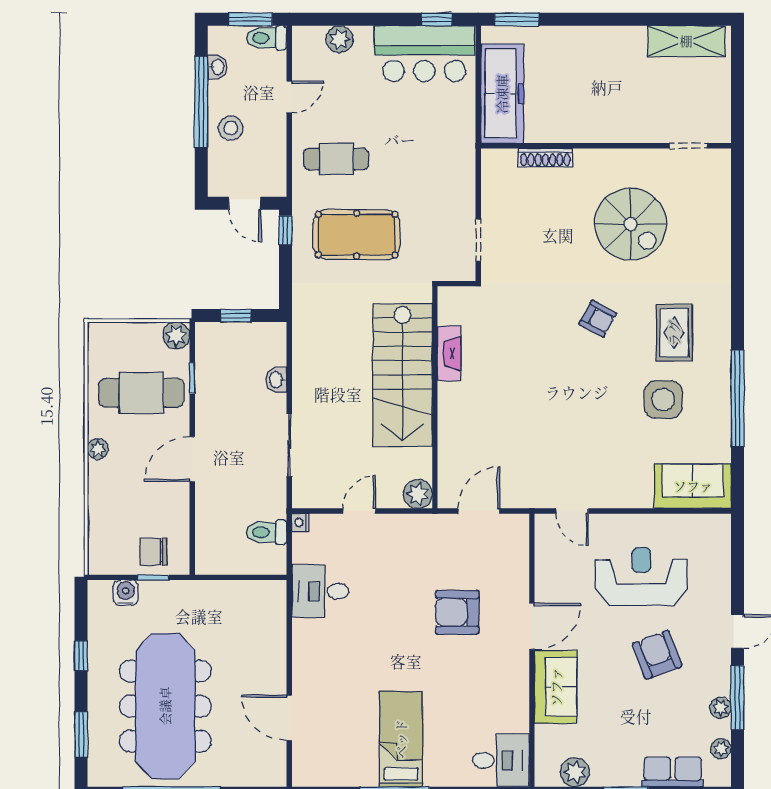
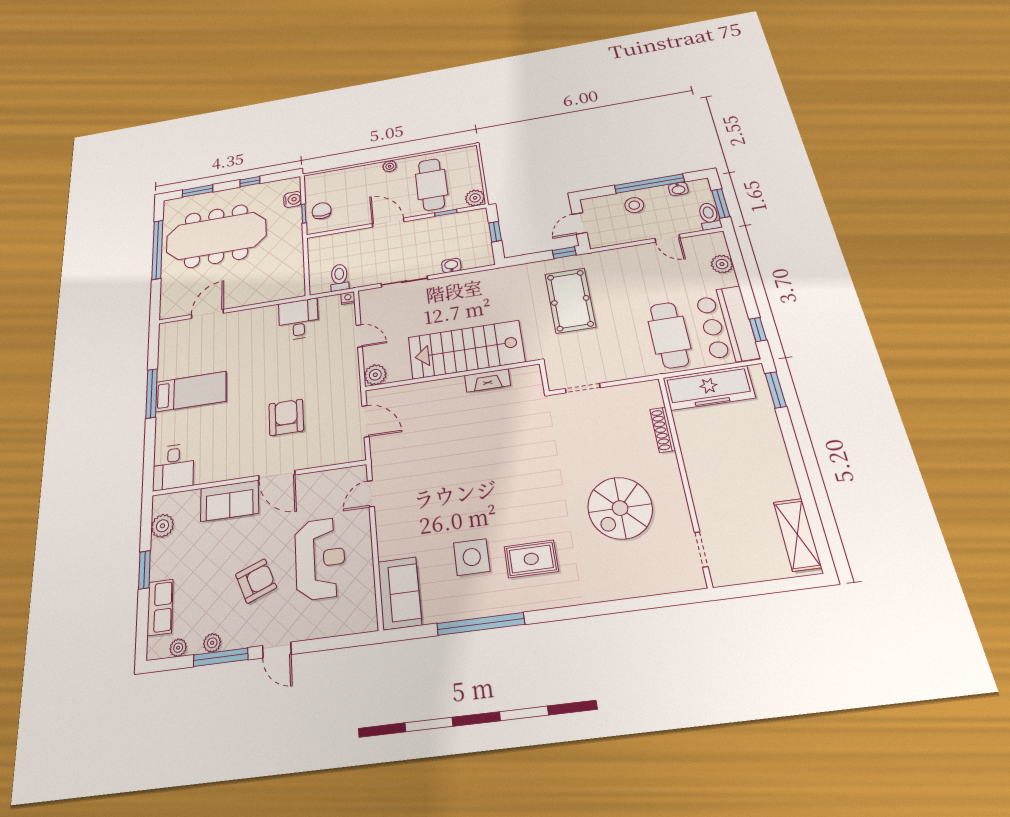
cafe table: (336, 159) -> (669, 335), moved, width x1.37, depth x1.35
armchair: (598, 319) -> (533, 492), removed

